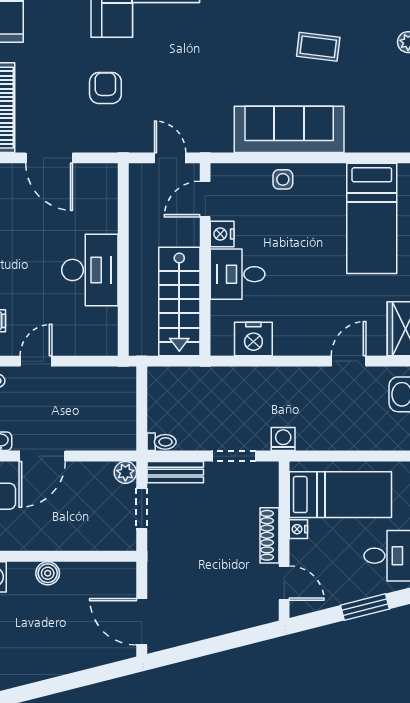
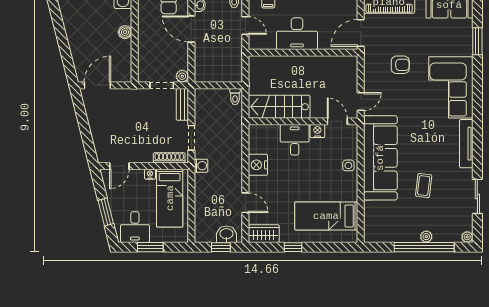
sofa: (289, 129) -> (380, 158), width x1.36, depth x1.27
wall: (123, 259) -> (303, 53), moved
desk: (90, 270) -> (297, 34), moved
nightstand: (253, 339) -> (258, 165), moved
toilet: (161, 442) -> (235, 97), moved
shoe rack: (269, 535) -> (169, 158), moved

